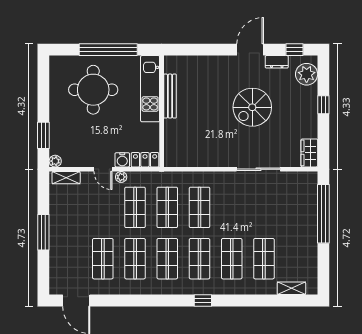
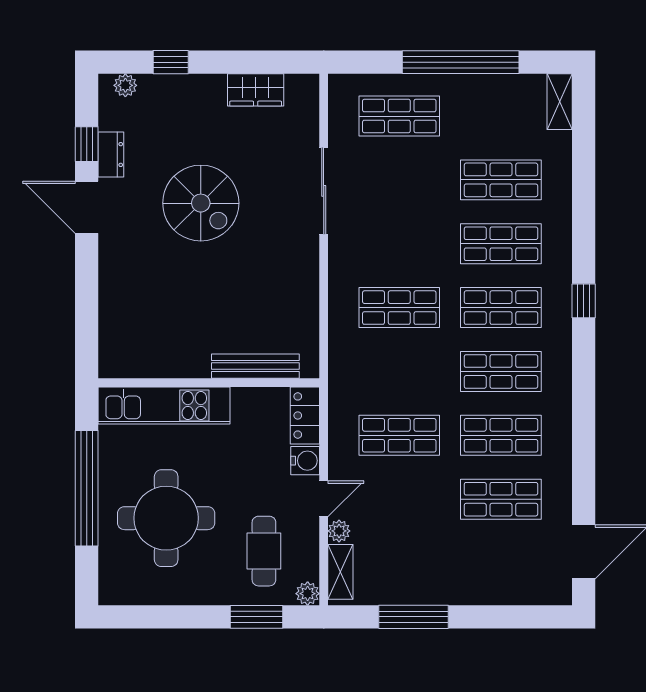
window: (295, 50) -> (87, 144), moved
plant: (307, 74) -> (125, 85), width x0.53, depth x0.53
bench: (170, 96) -> (255, 366), moved
window: (323, 105) -> (171, 62), moved
cafe table: (77, 139) -> (264, 551), added
wardrobe: (309, 153) -> (256, 90), moved
plant: (121, 177) -> (339, 531), moved
shop shelf: (167, 207) -> (399, 116), moved
window: (323, 214) -> (461, 62), moved
window: (43, 232) -> (413, 617), moved
shelving: (291, 288) -> (560, 102), moved

